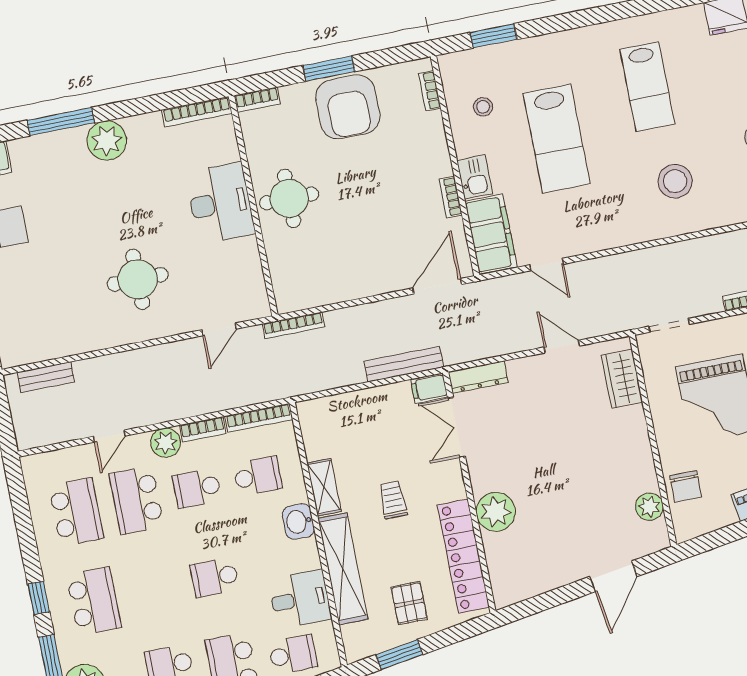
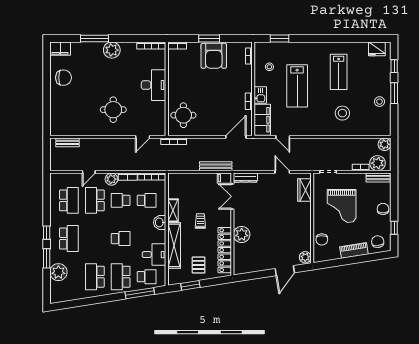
round table: (289, 198) -> (183, 115), moved
plant: (649, 507) -> (305, 257), moved
school desk: (215, 577) -> (121, 239), turned 180

